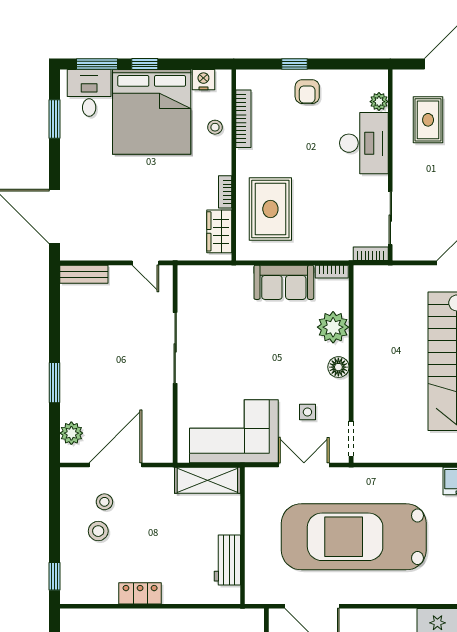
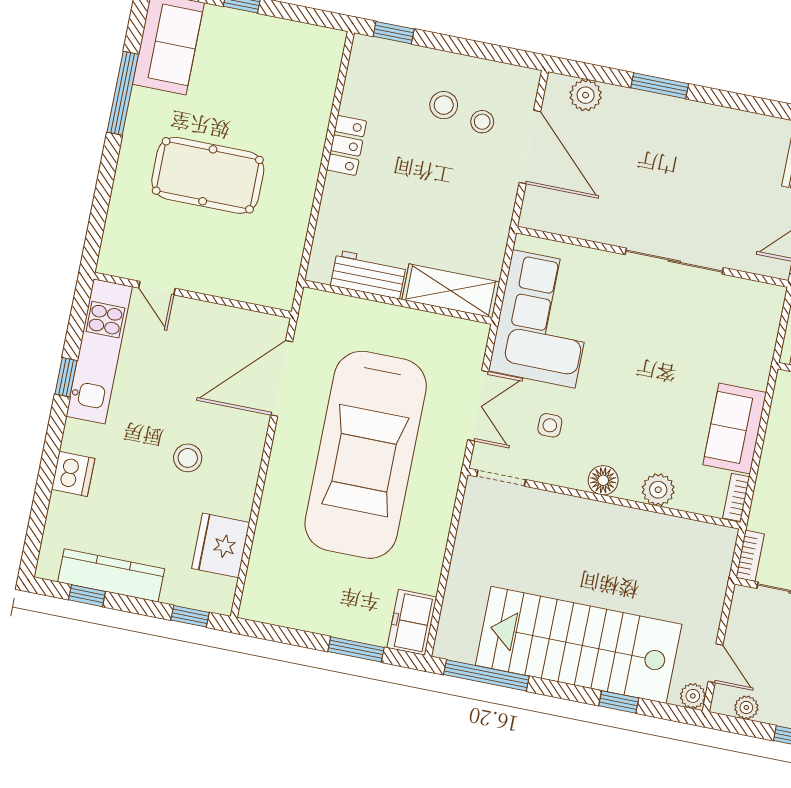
plant: (333, 327) -> (658, 490), width x0.73, depth x0.73
shelving: (207, 480) -> (451, 291), moved, turned 90
car: (354, 537) -> (366, 455), turned 180

